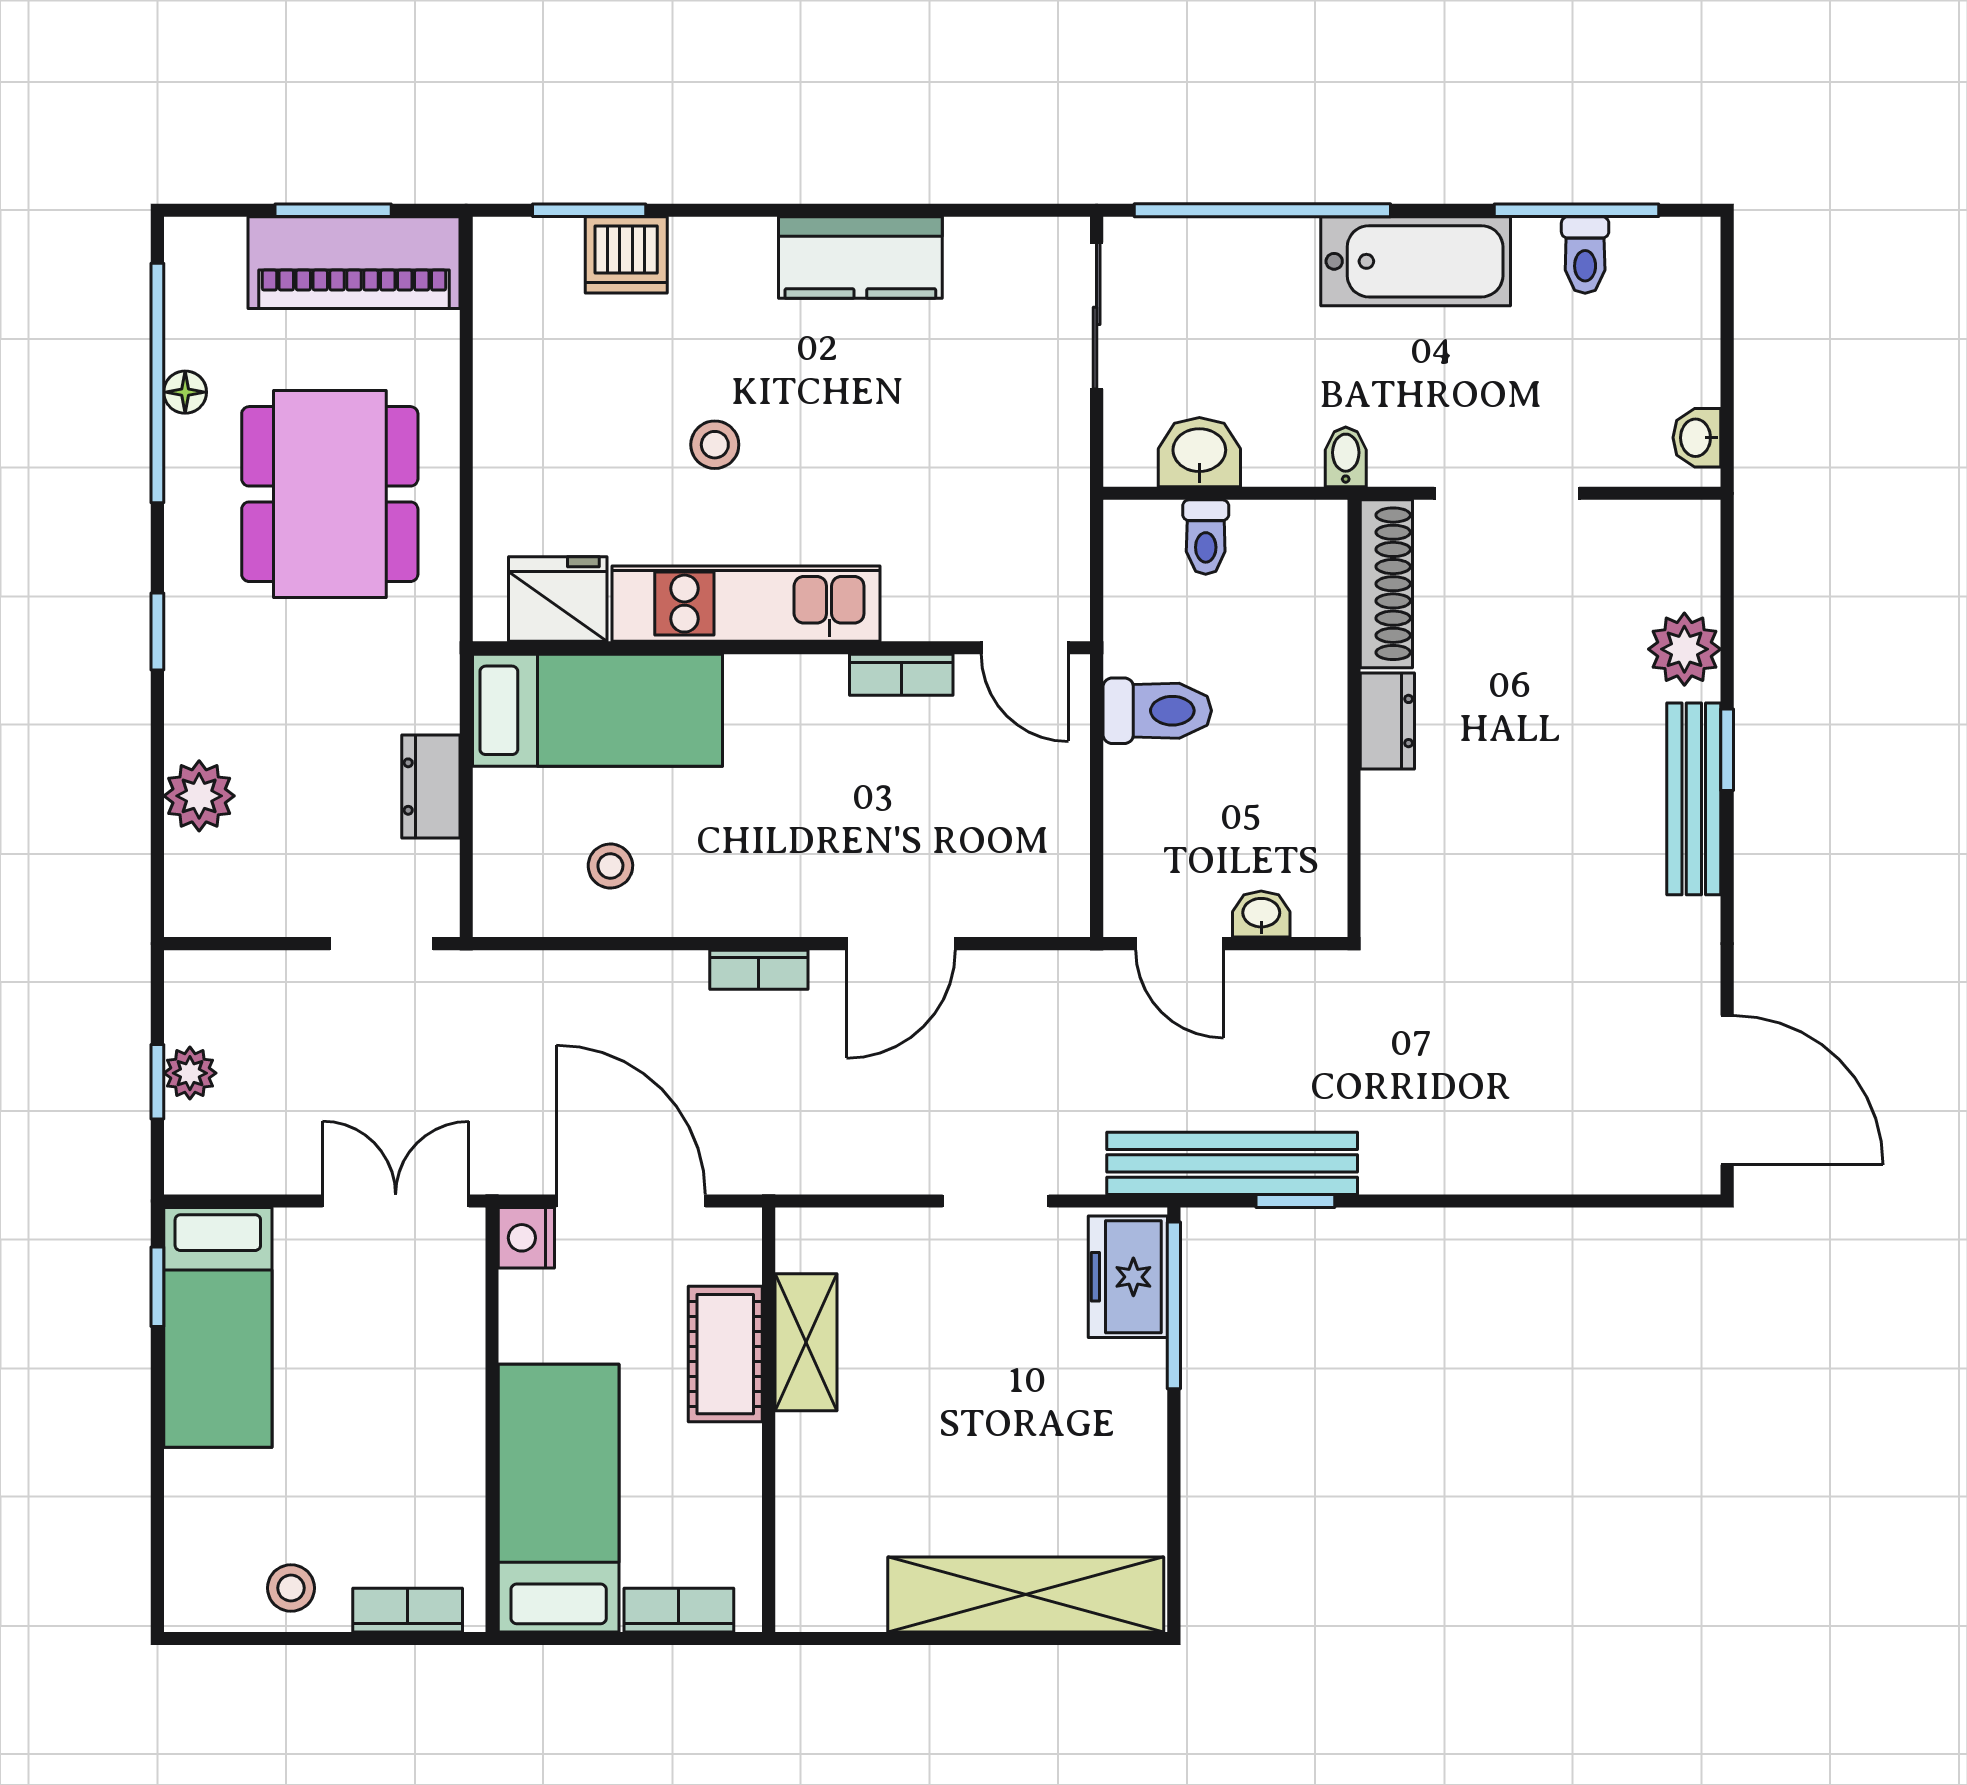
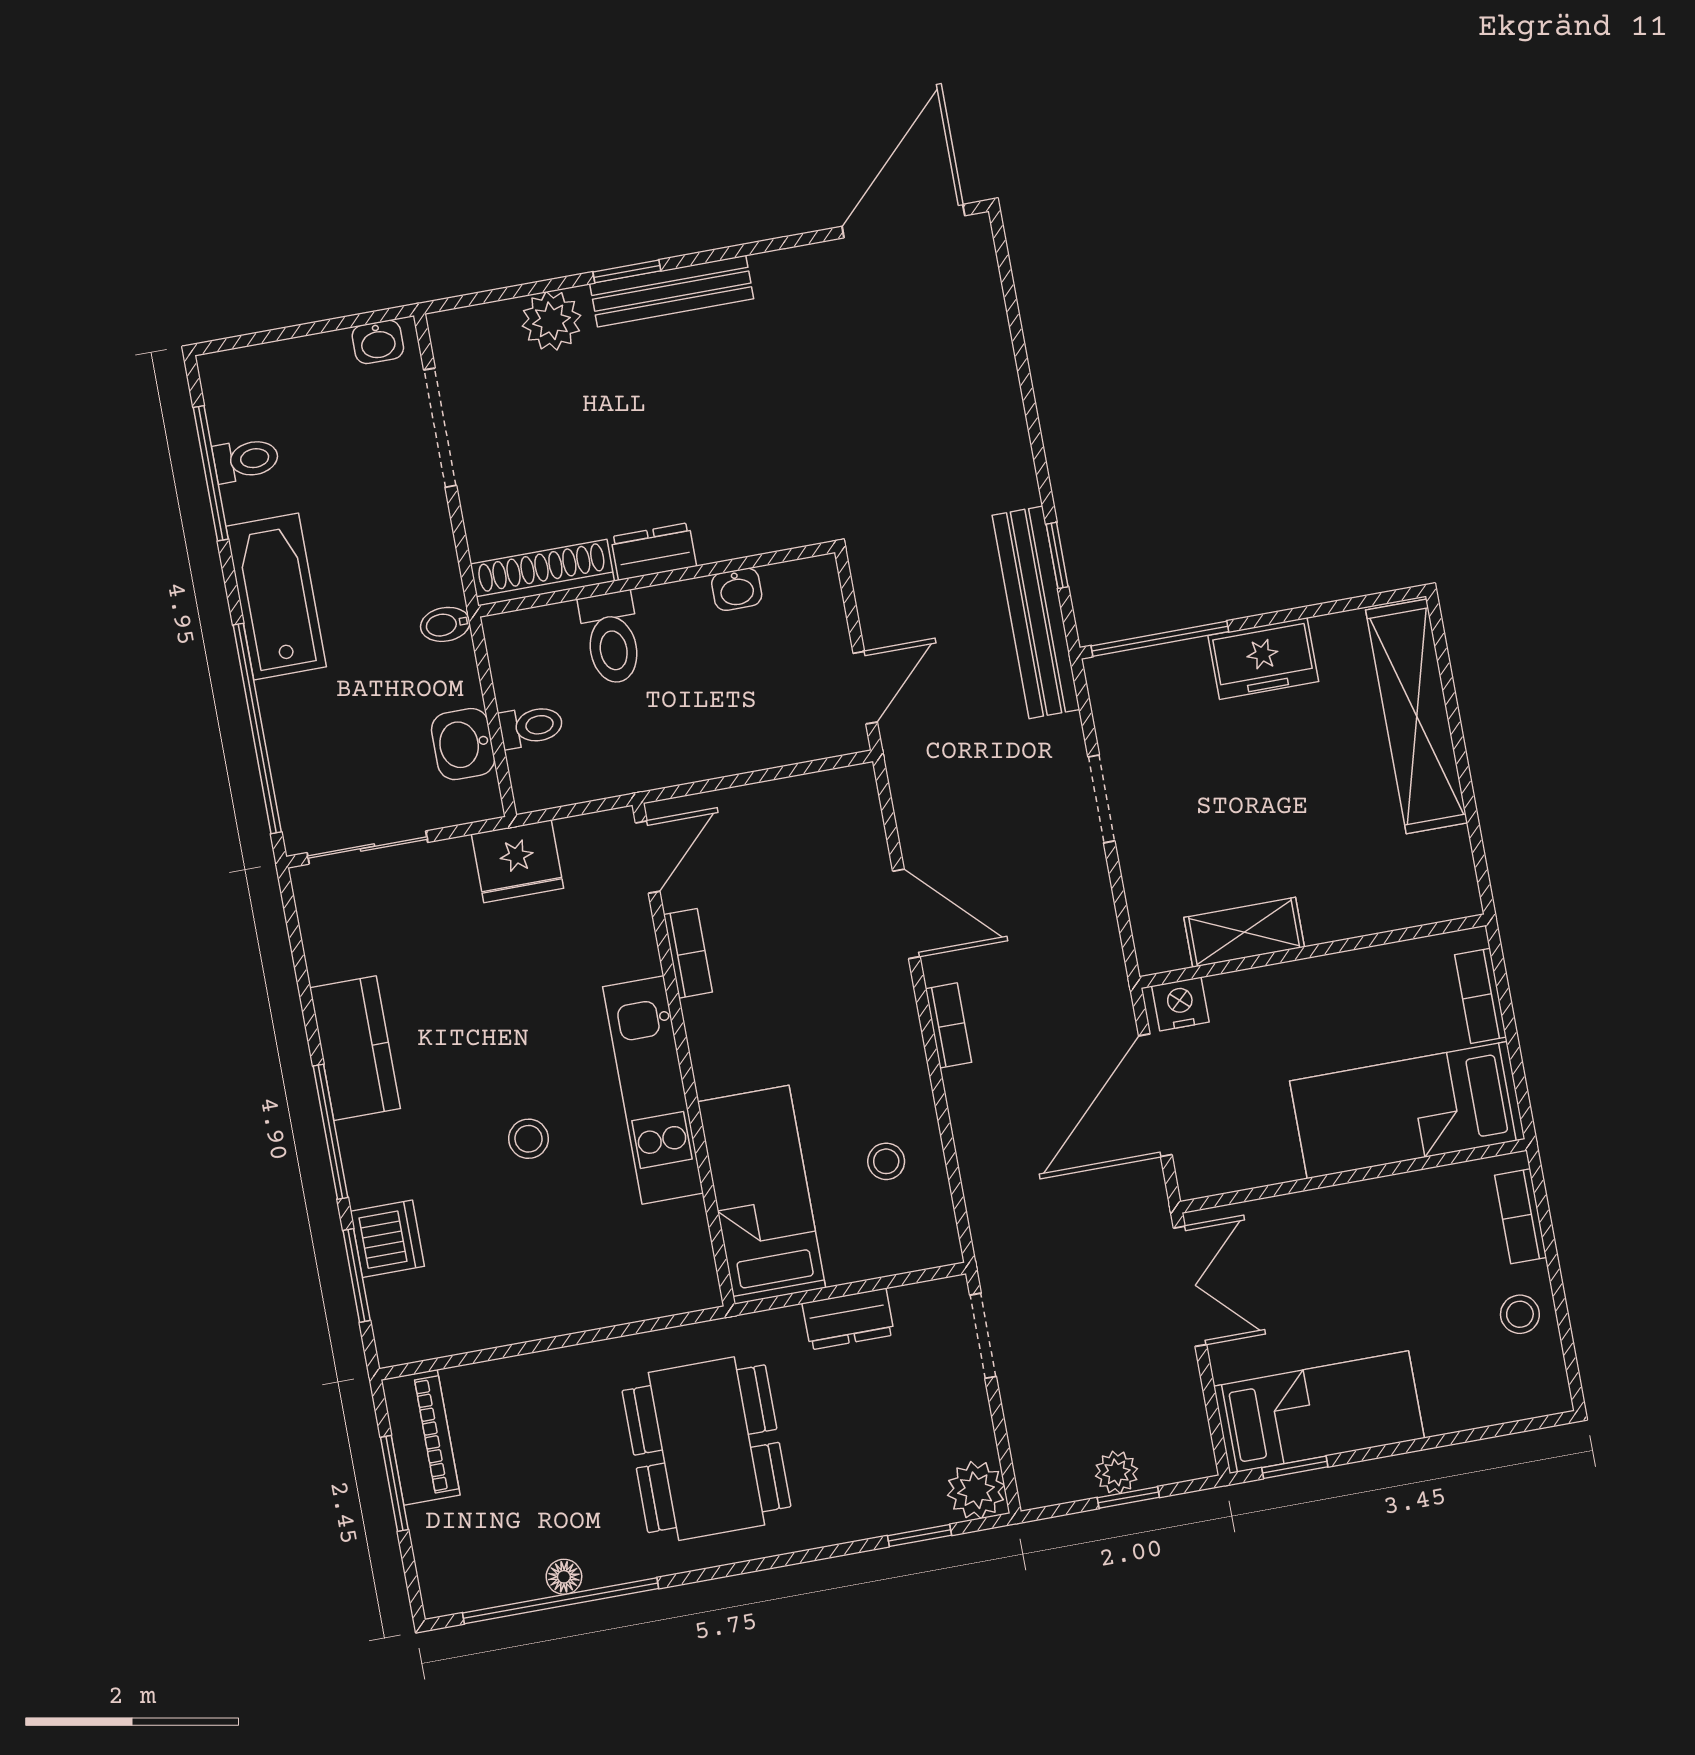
window: (766, 210) -> (330, 1132), added
piano: (354, 263) -> (420, 1437), width x0.73, depth x0.75
doorway: (1507, 493) -> (440, 428), moved
dining table: (330, 494) -> (707, 1449), moved, turned 90
fridge: (558, 599) -> (518, 861), moved, turned -90
window: (157, 631) -> (919, 1535), moved
toilet: (1157, 711) -> (611, 638), moved, turned 180
plant: (199, 796) -> (976, 1490), moved
washbasin: (1261, 914) -> (737, 589), moved, turned -90
double door: (396, 1201) -> (1190, 1286), swing flipped
nightstand: (526, 1238) -> (1180, 1004), moved, turned 180
freezer: (1128, 1277) -> (1263, 659), moved
cot: (725, 1354) -> (1266, 996), removed

